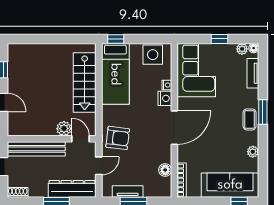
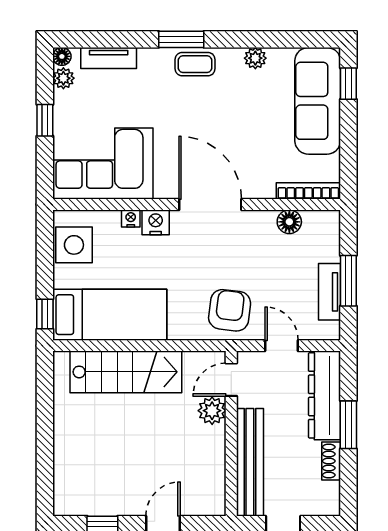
shoe rack: (18, 192) -> (331, 461), moved

